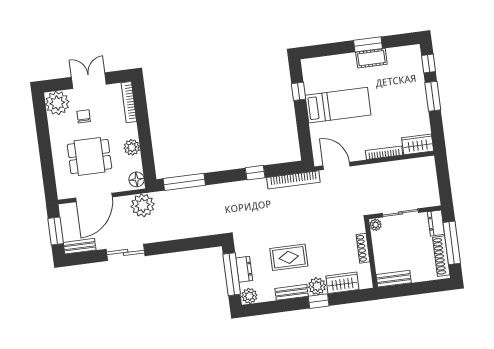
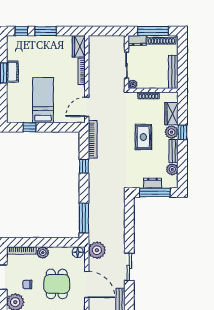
plant: (132, 147) -> (43, 253), moved
rug: (289, 257) -> (143, 137), moved
bench: (394, 279) -> (173, 72), width x1.36
plant: (249, 296) -> (172, 169), moved

